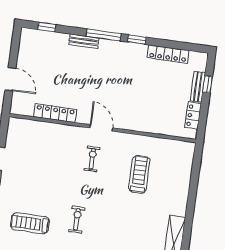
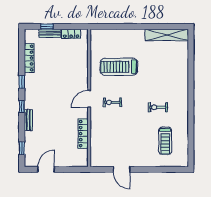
window: (104, 35) -> (22, 107), width x0.46
door: (10, 79) -> (46, 169), moved
treadmill: (139, 174) -> (119, 67), width x1.37, depth x1.38

